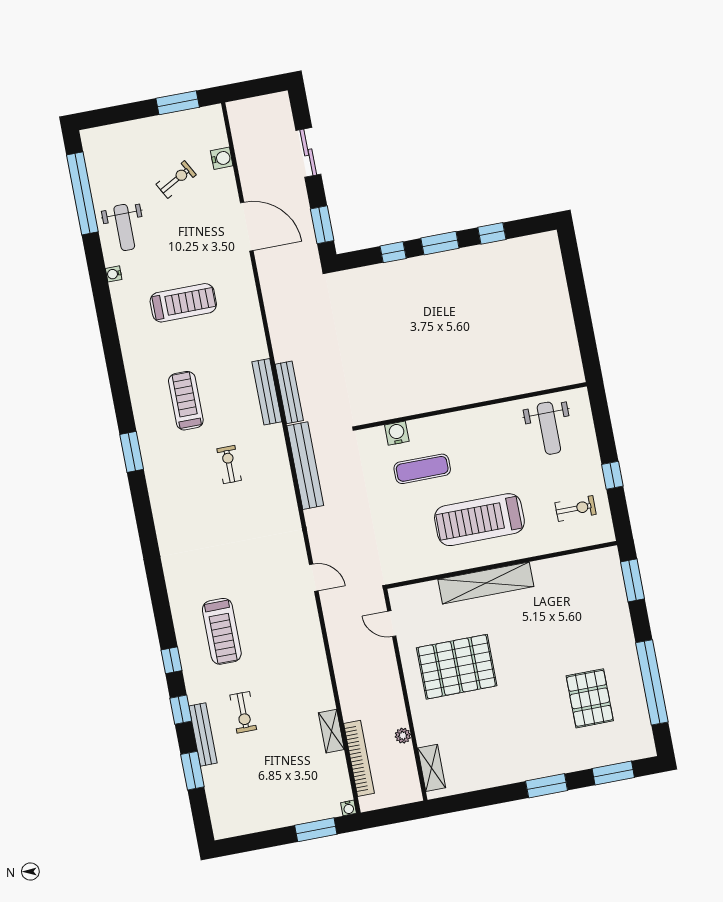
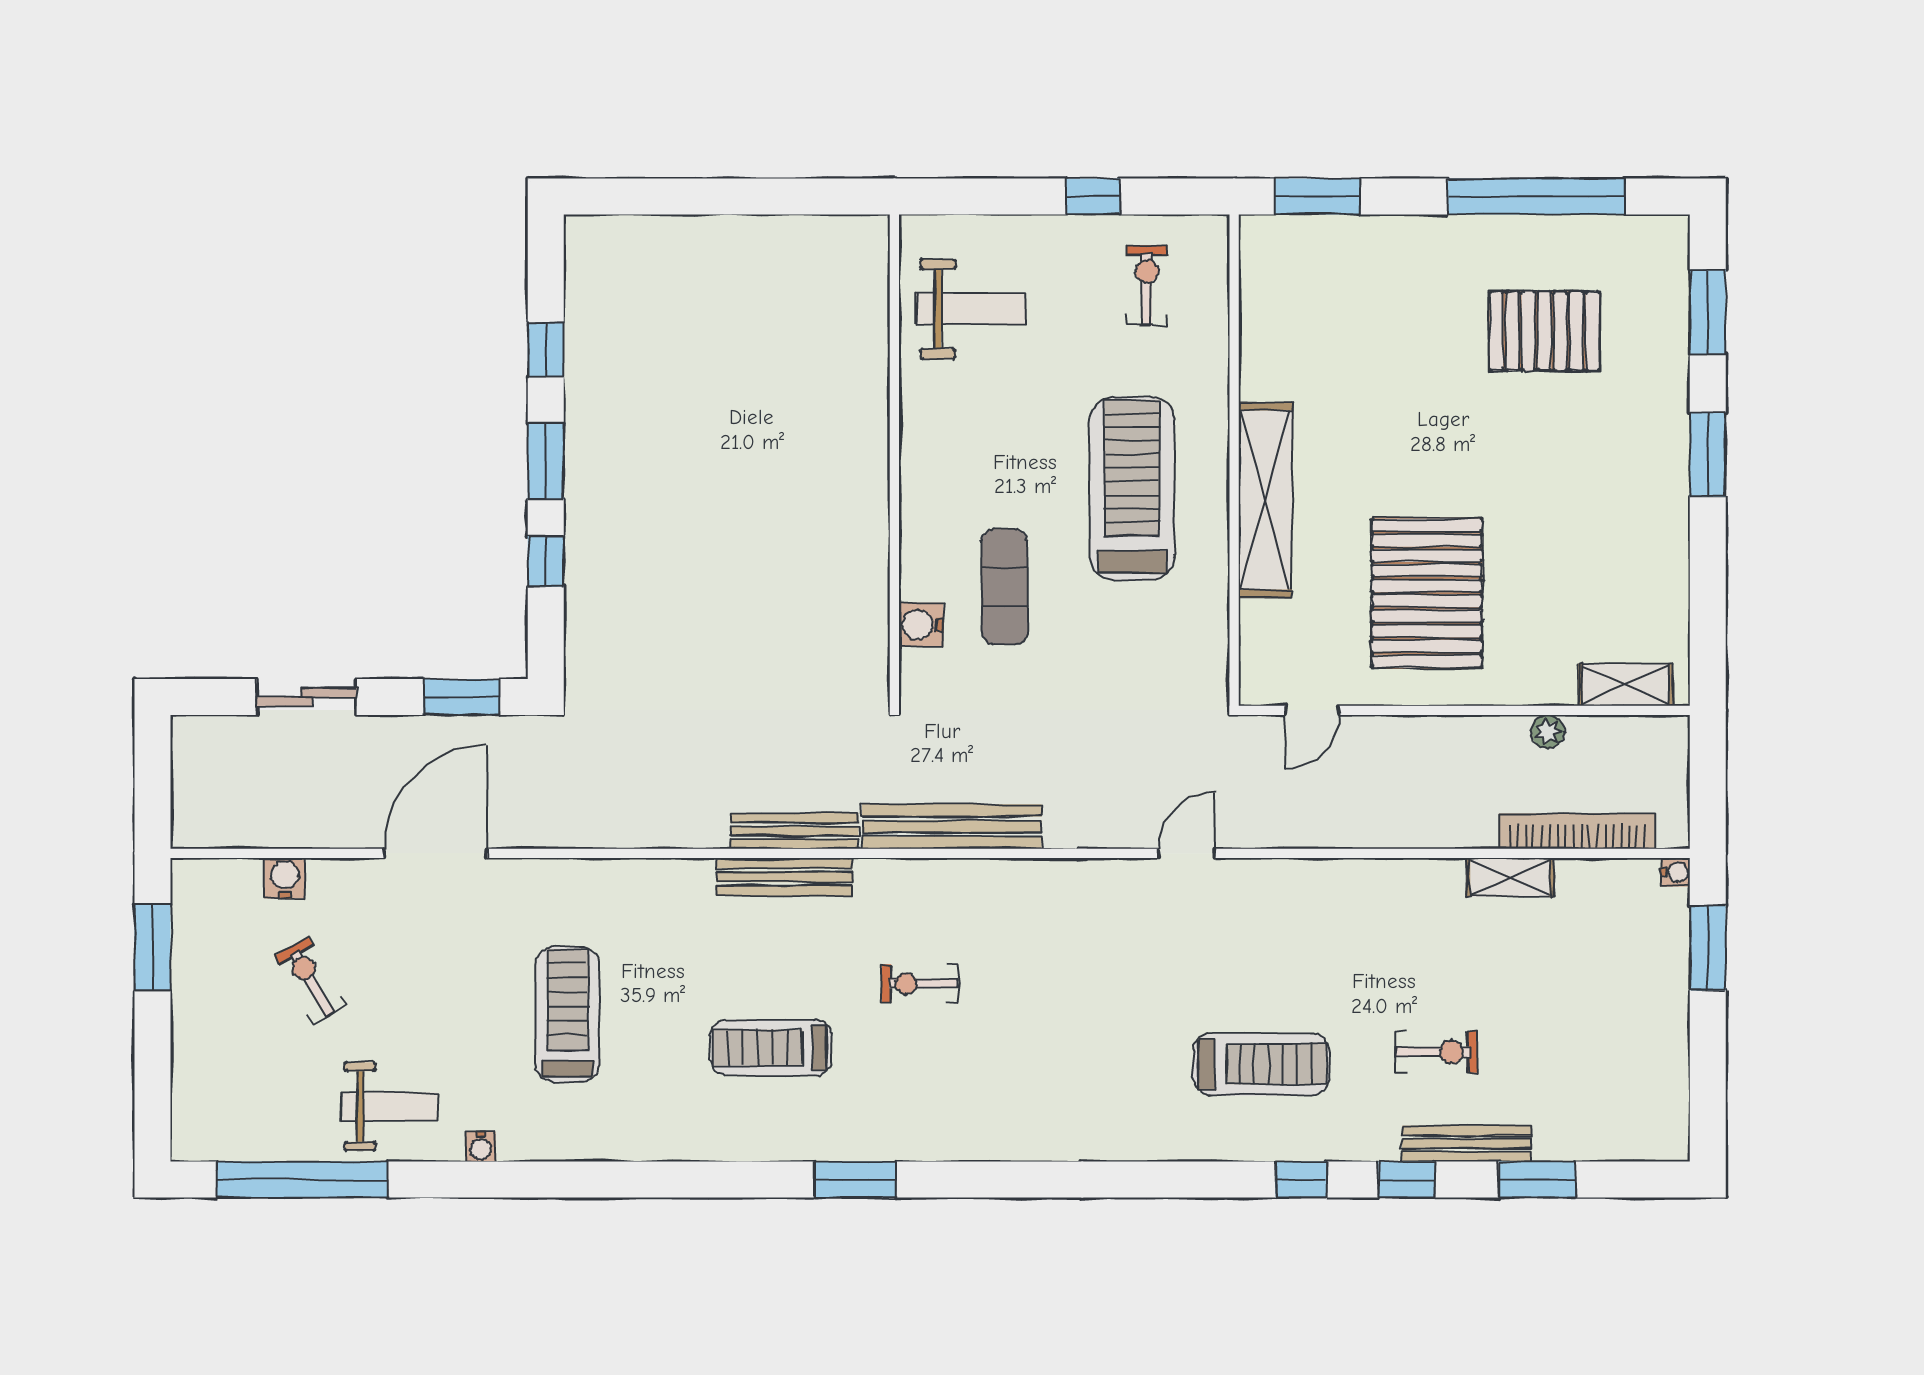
treadmill: (479, 520) -> (1132, 488), turned 180

